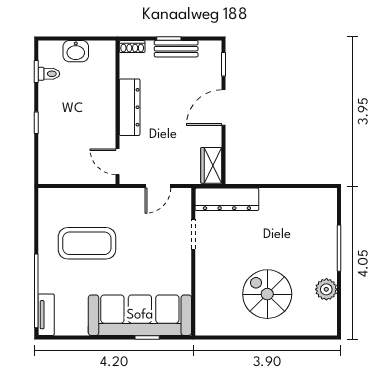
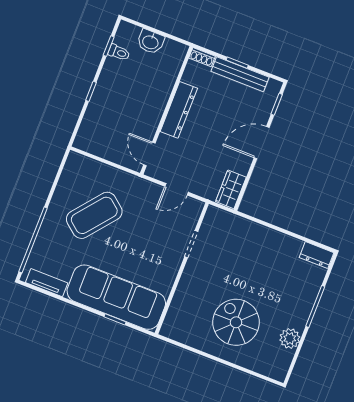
bench: (176, 49) -> (240, 74), width x1.36
dresser: (227, 199) -> (317, 255), moved, width x0.51, depth x0.80
coffee table: (87, 243) -> (94, 215), turned -51
tv unit: (46, 315) -> (47, 283), moved, turned -90

